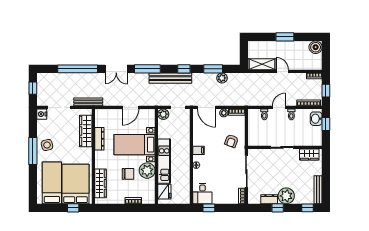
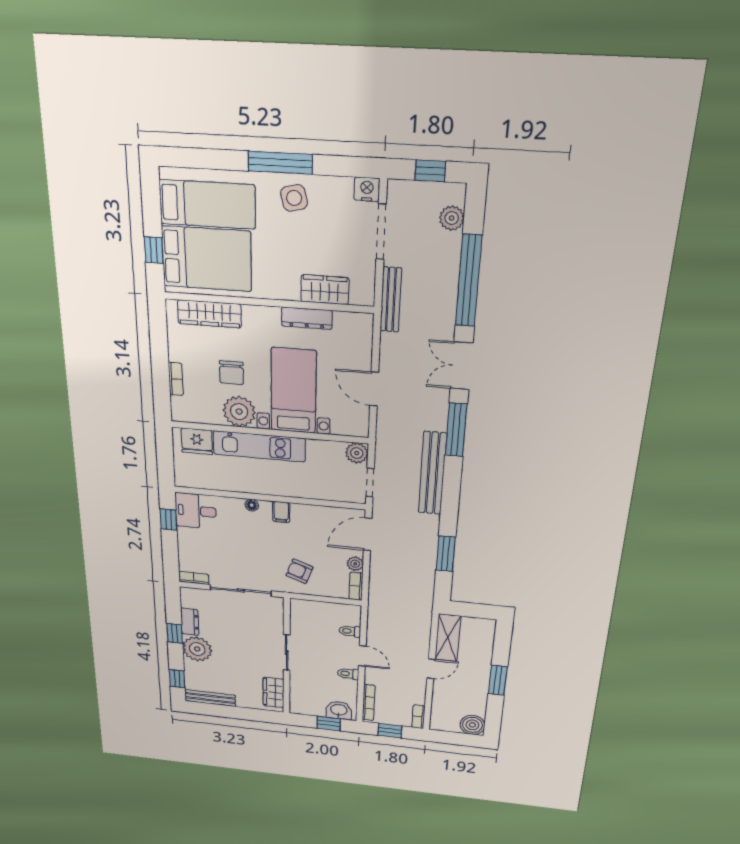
window: (184, 69) -> (450, 501), removed
plant: (222, 78) -> (452, 218), moved
wardrobe: (86, 131) -> (325, 290), width x0.67

